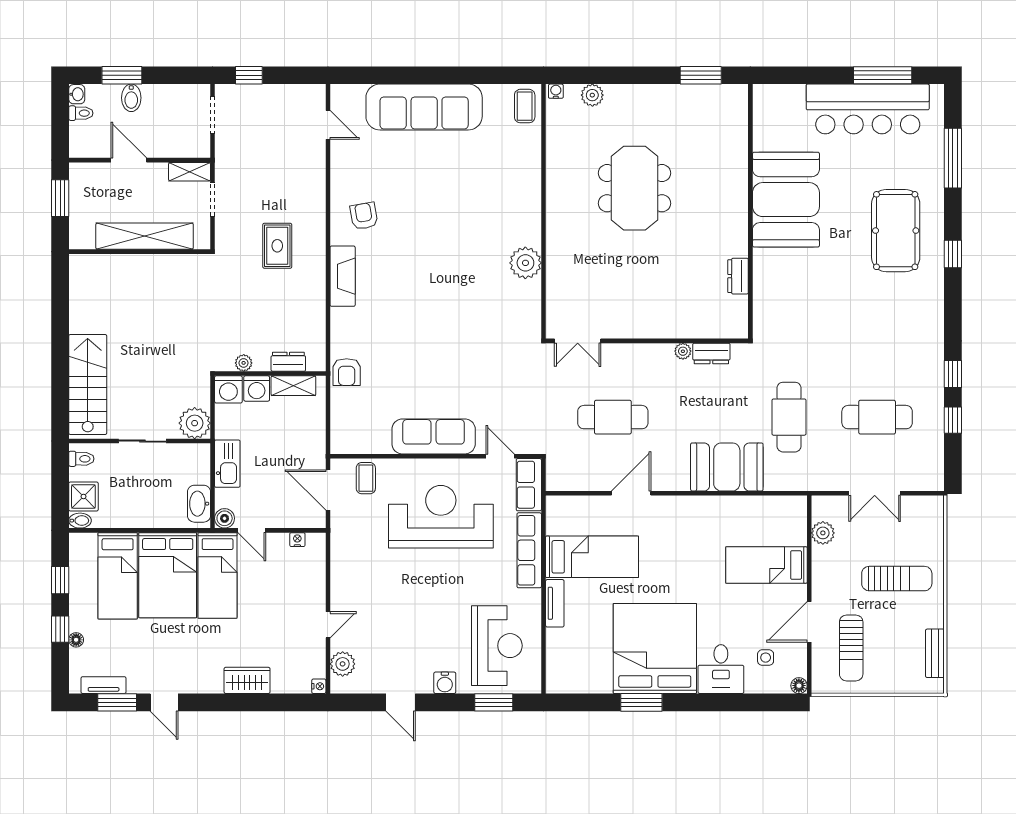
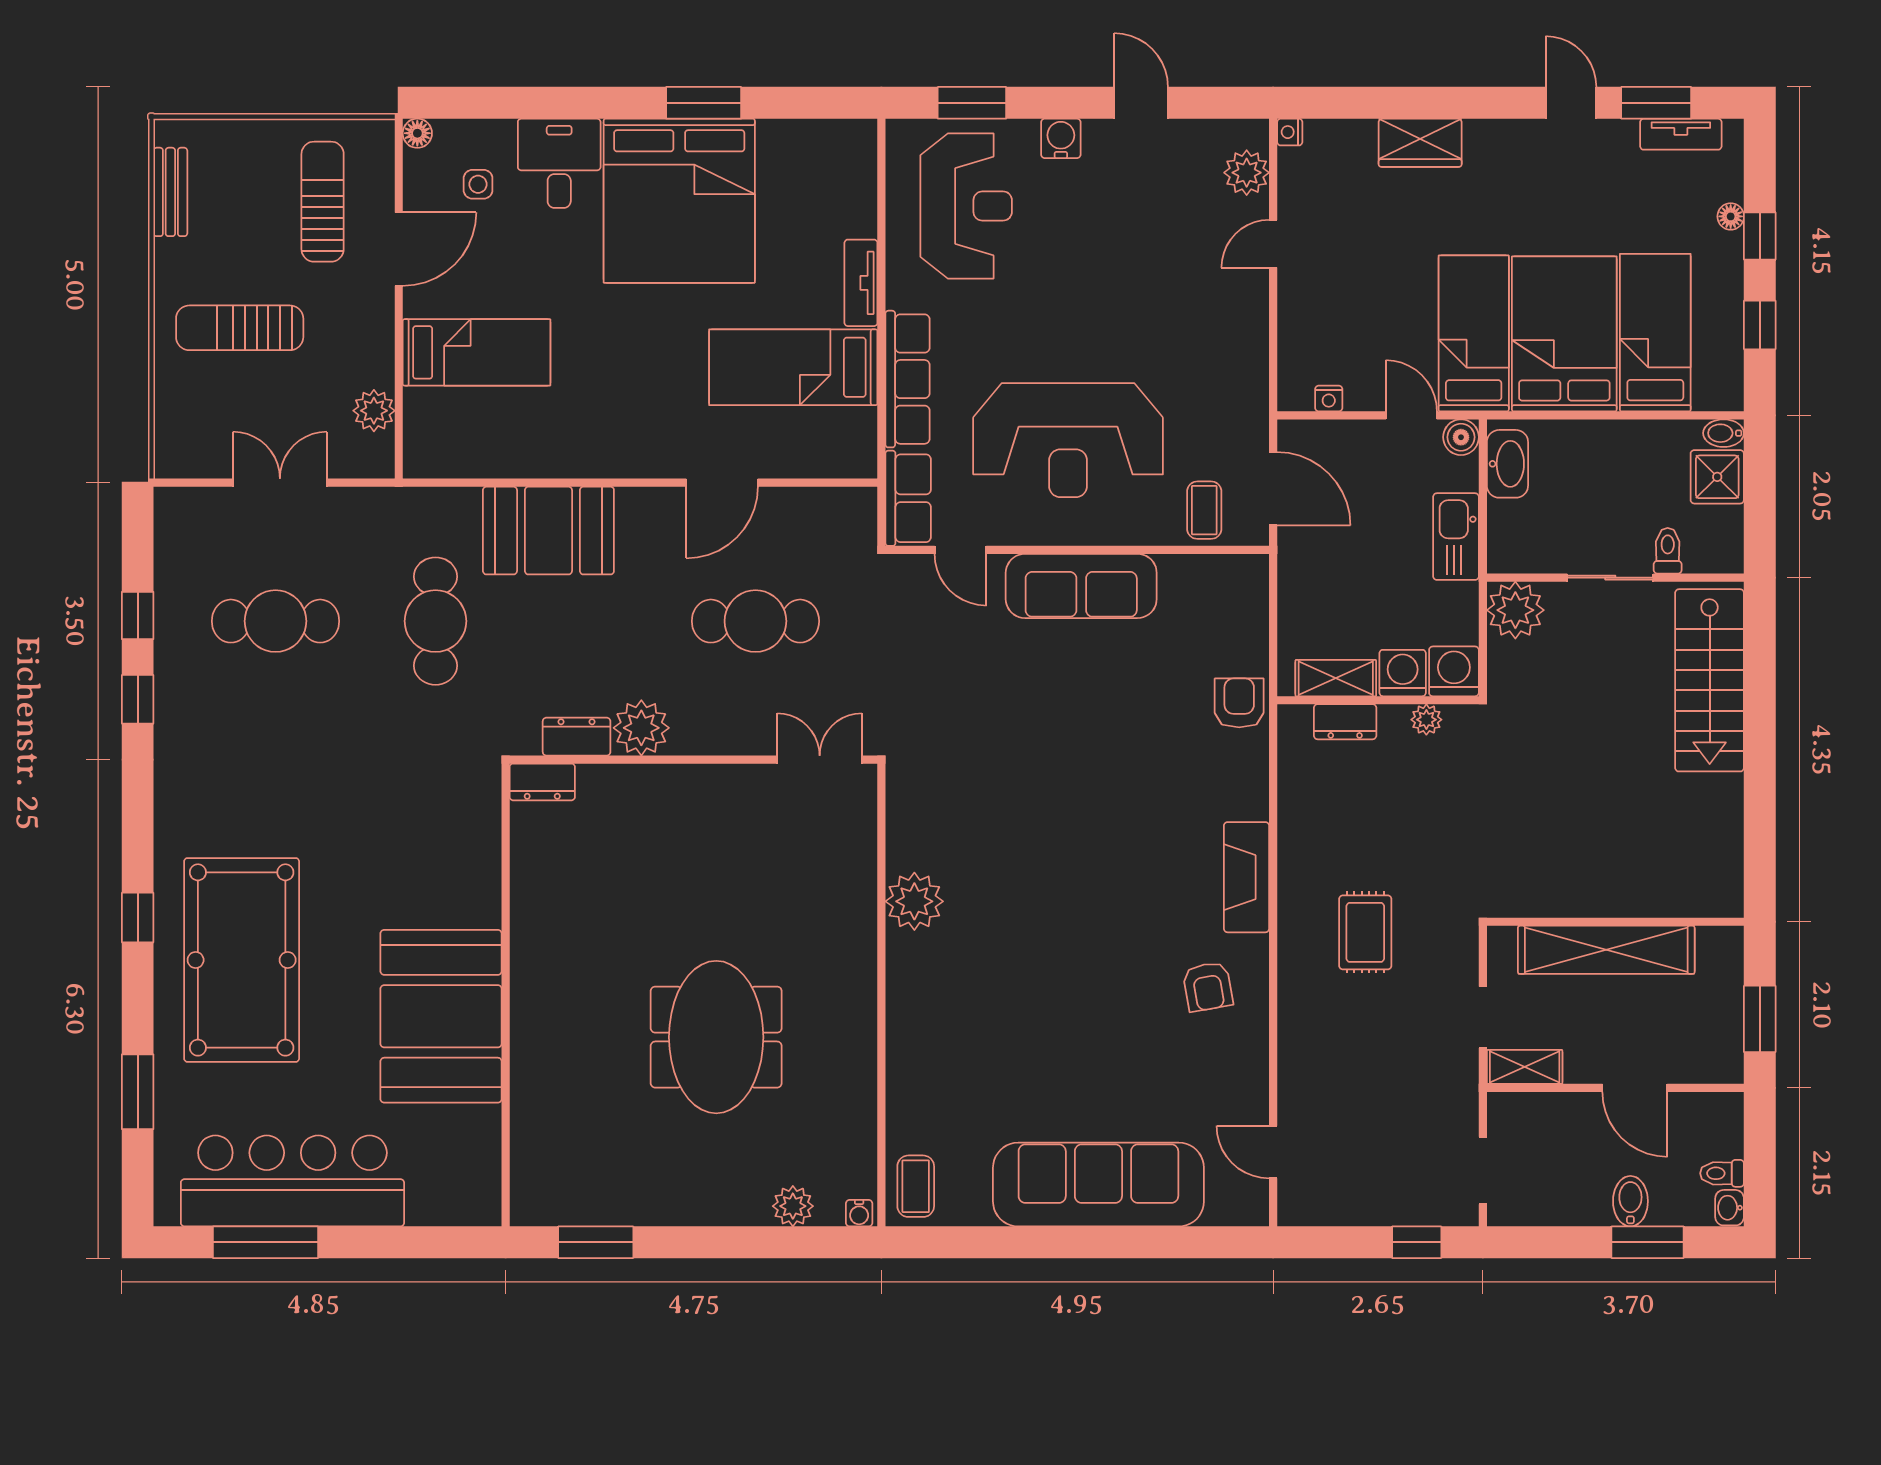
window: (953, 158) -> (138, 1092), width x0.69
pool table: (896, 231) -> (242, 960), width x1.36, depth x1.32
dresser: (738, 276) -> (542, 782), moved, turned 90
plant: (683, 351) -> (641, 728), width x1.88, depth x1.88
toilet: (81, 459) -> (1668, 551), moved, turned 90
reception desk: (497, 646) -> (966, 206), turned 180

